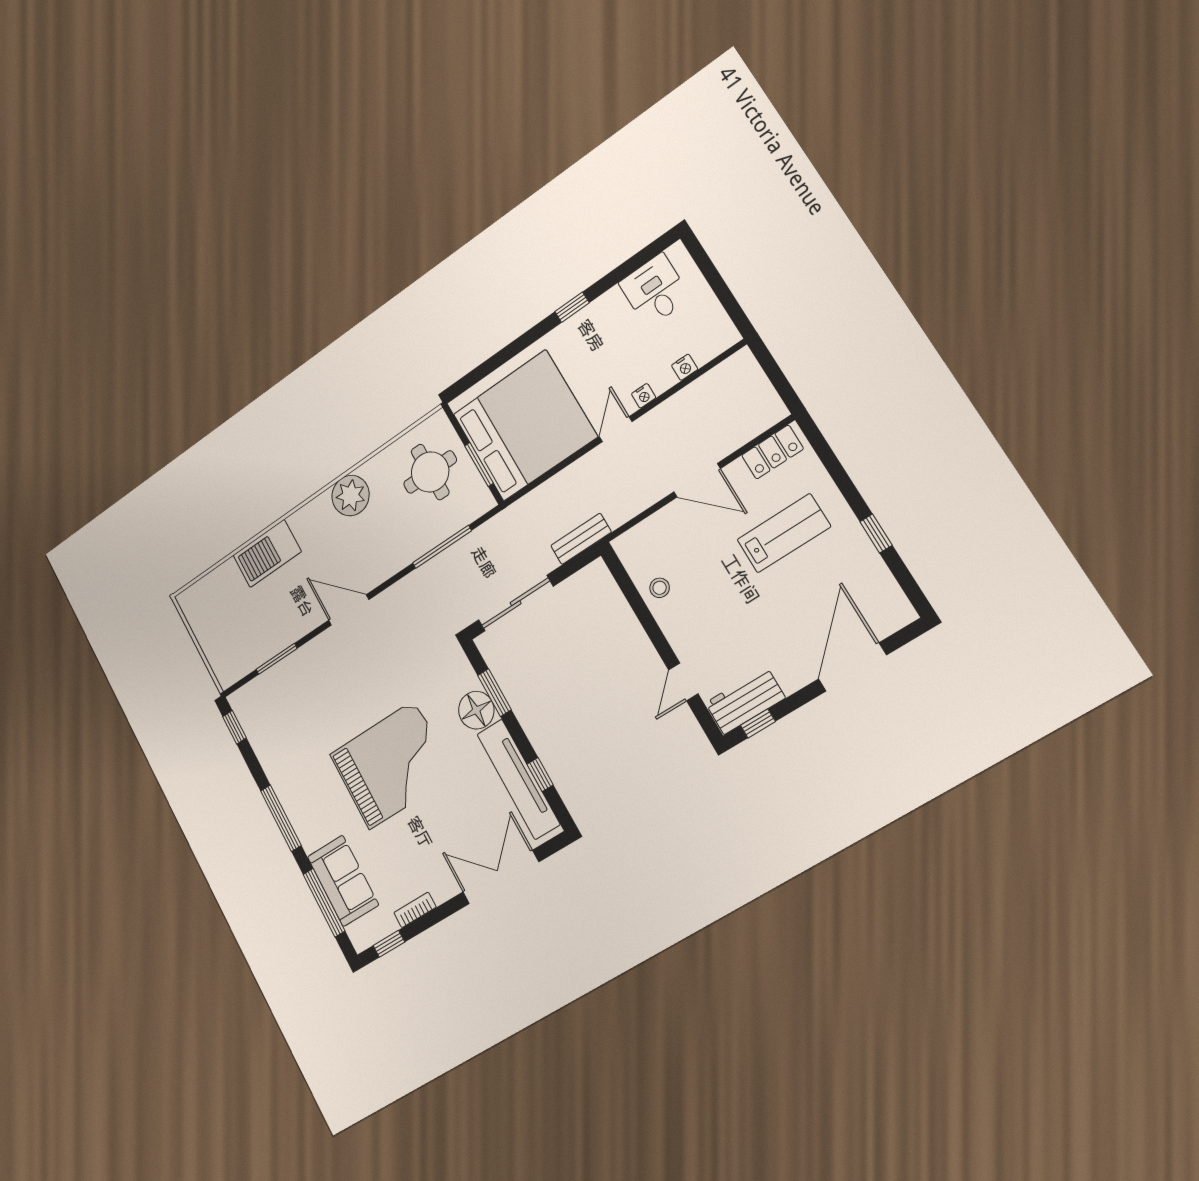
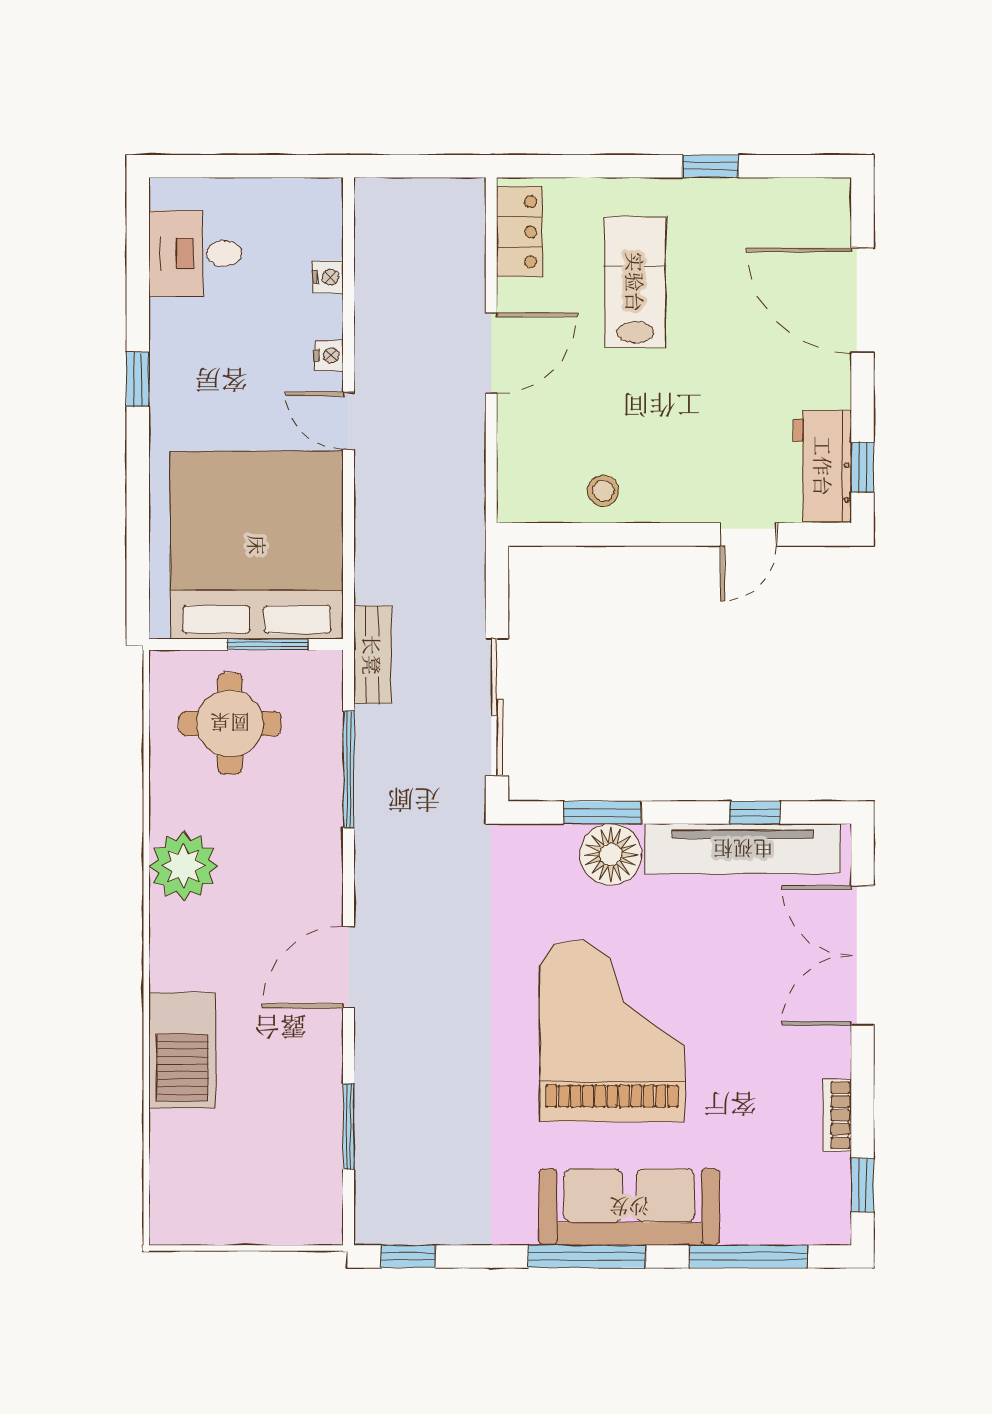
bench: (581, 539) -> (372, 655), moved
door: (683, 682) -> (749, 534), hinge flipped
sofa: (343, 881) -> (629, 1207), moved, width x1.36

